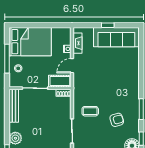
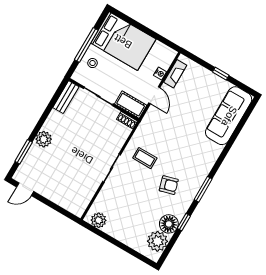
sofa: (116, 37) -> (229, 116), moved, turned 90
door: (72, 66) -> (154, 95), swing flipped
bench: (14, 106) -> (66, 97), width x0.73

